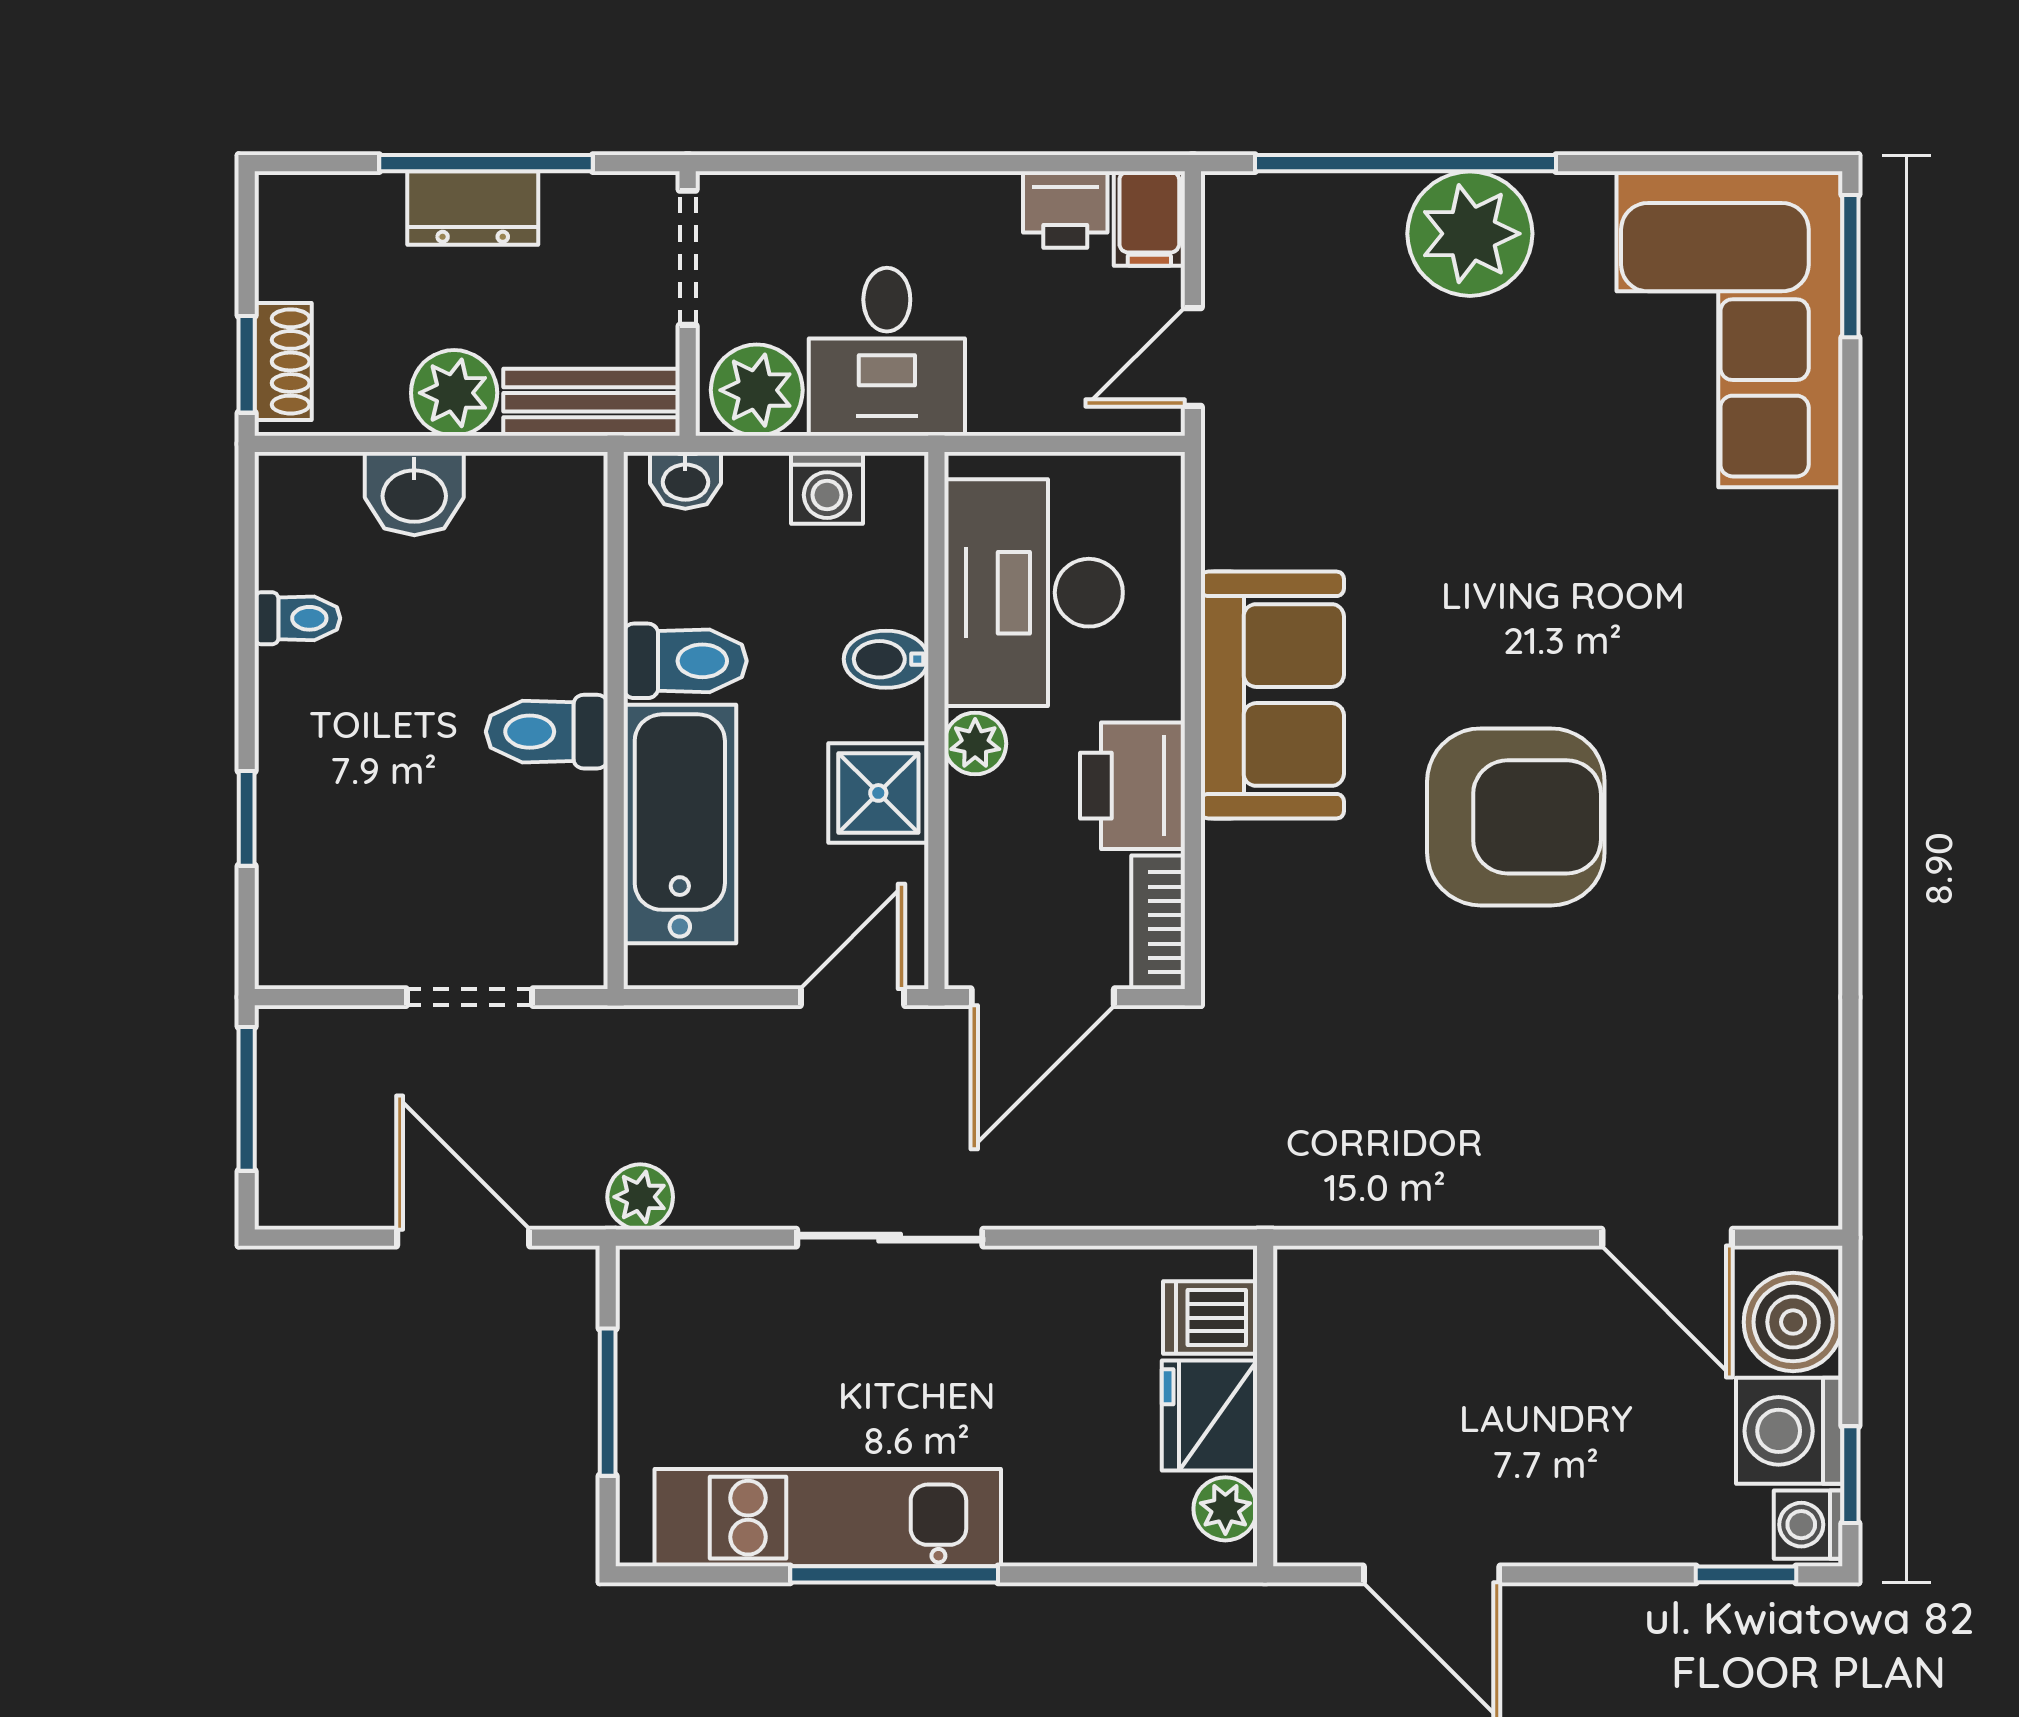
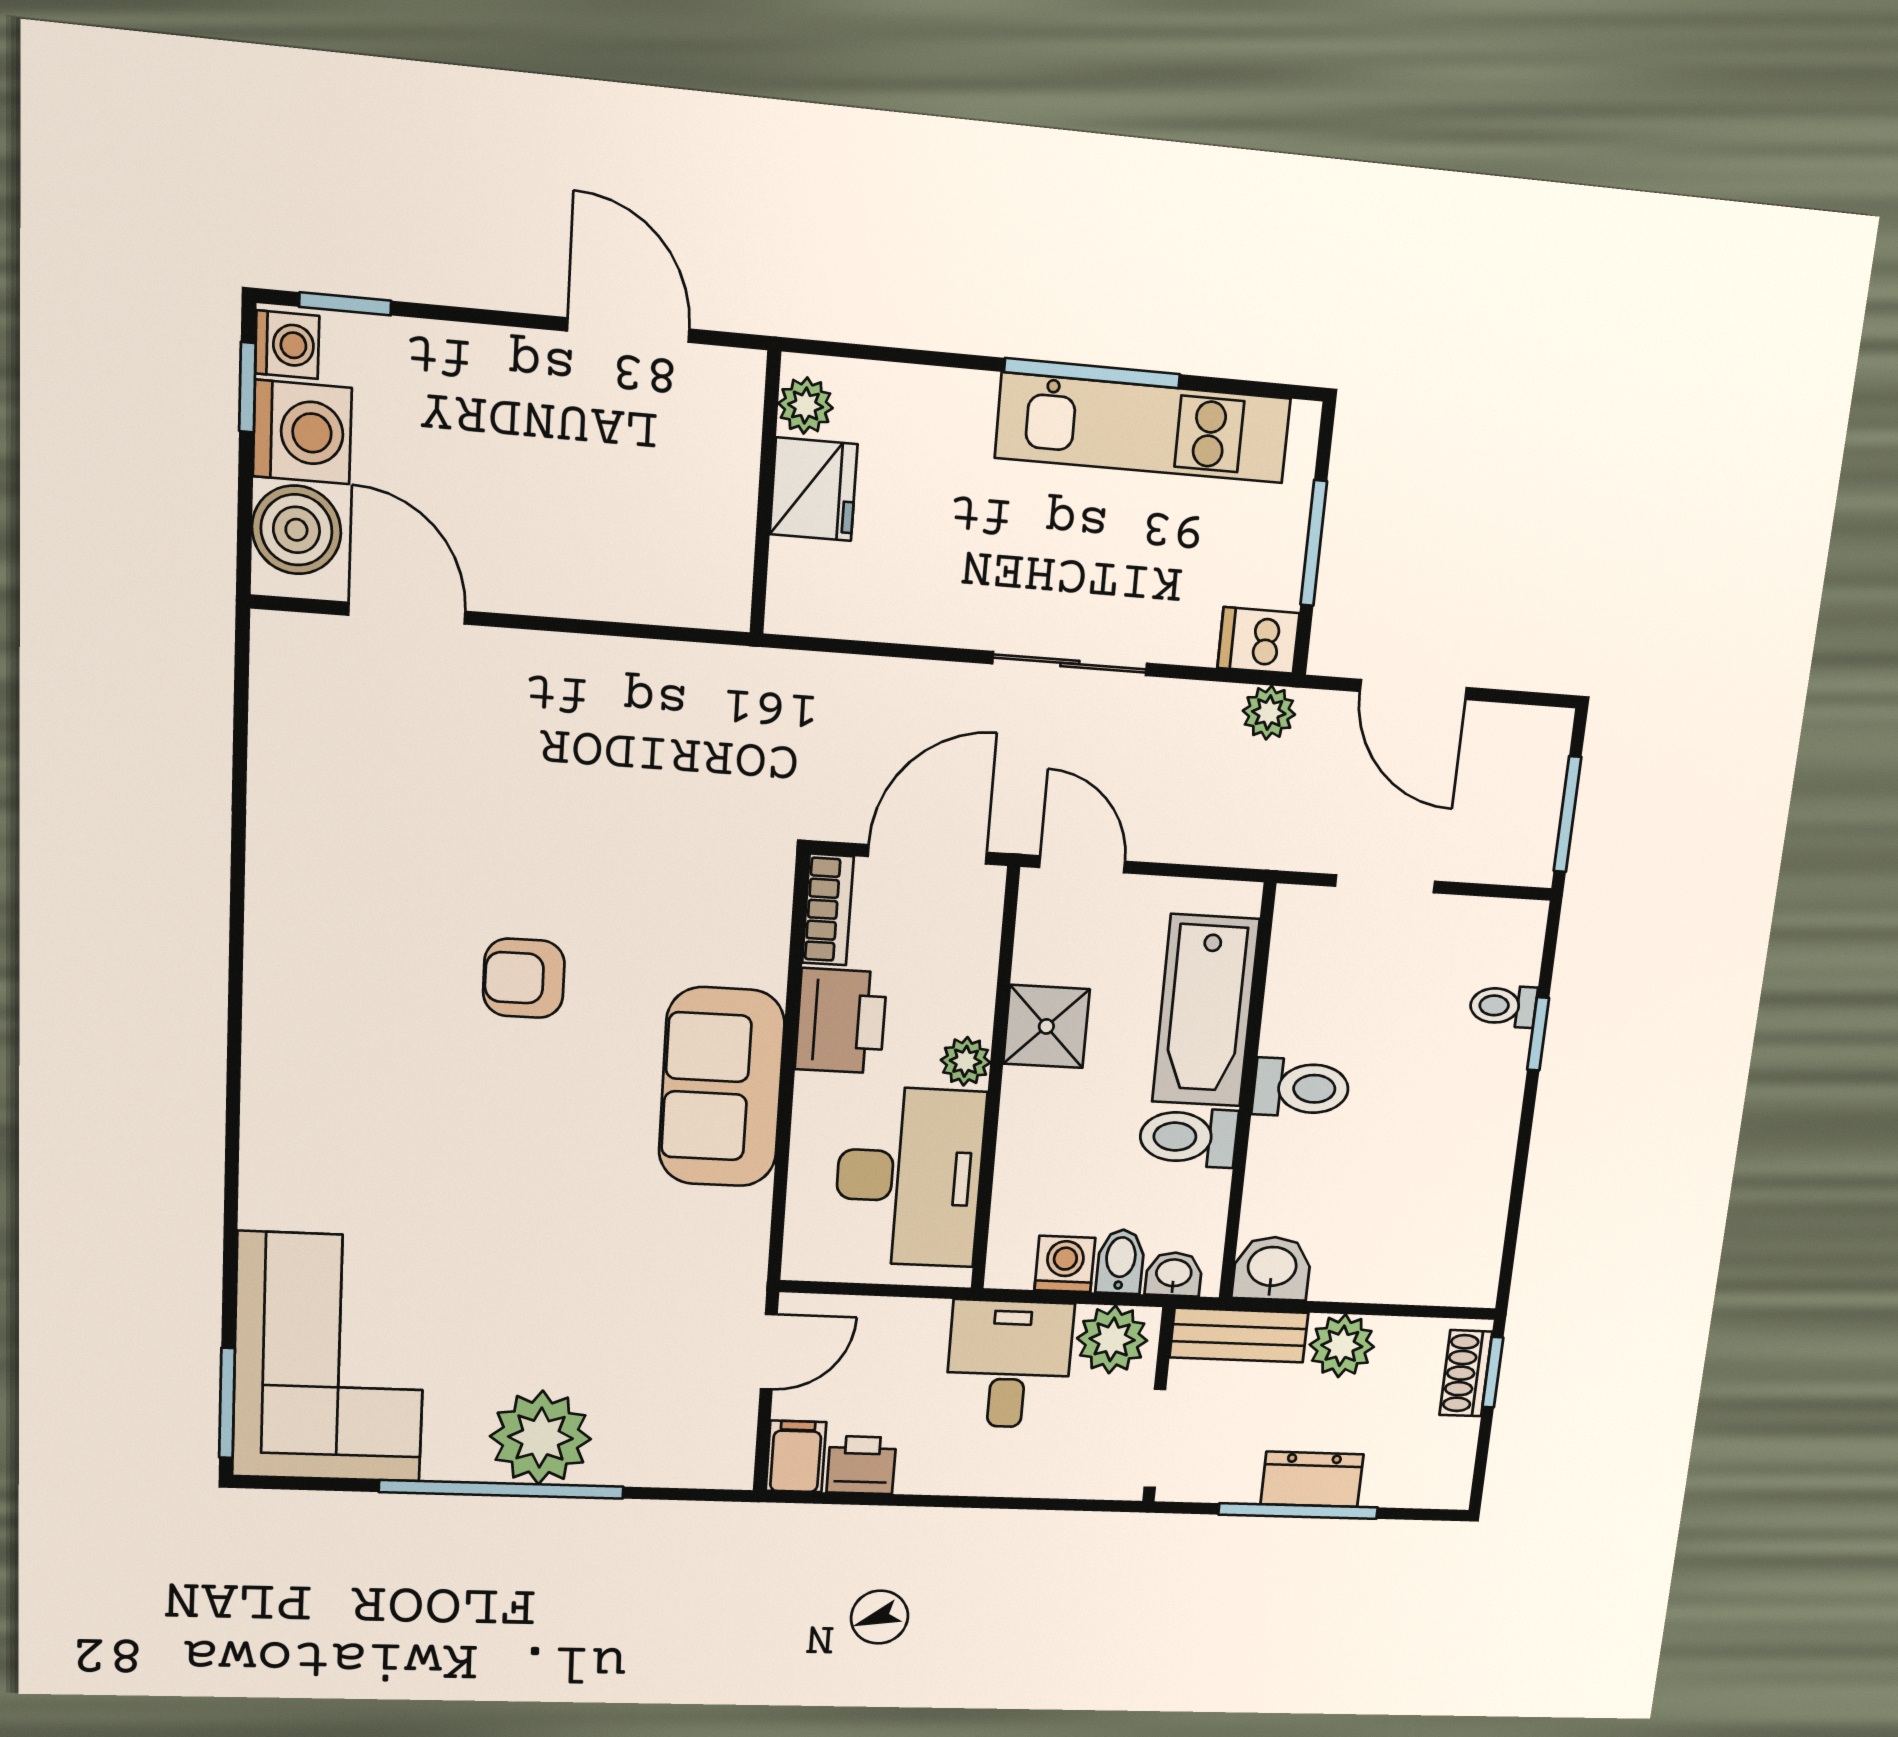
window: (1406, 163) -> (502, 1489), moved
washbasin: (414, 494) -> (1272, 1268), moved
toilet: (297, 618) -> (1503, 1006), moved
bidet: (886, 659) -> (1121, 1262), moved, turned -90
armchair: (1516, 817) -> (524, 978), width x0.53, depth x0.53
door: (852, 997) -> (1082, 864), swing flipped
dishwasher: (1210, 1318) -> (1259, 641), moved, turned 180

